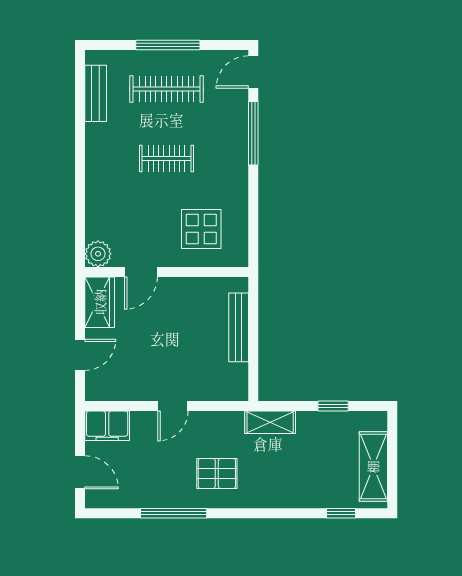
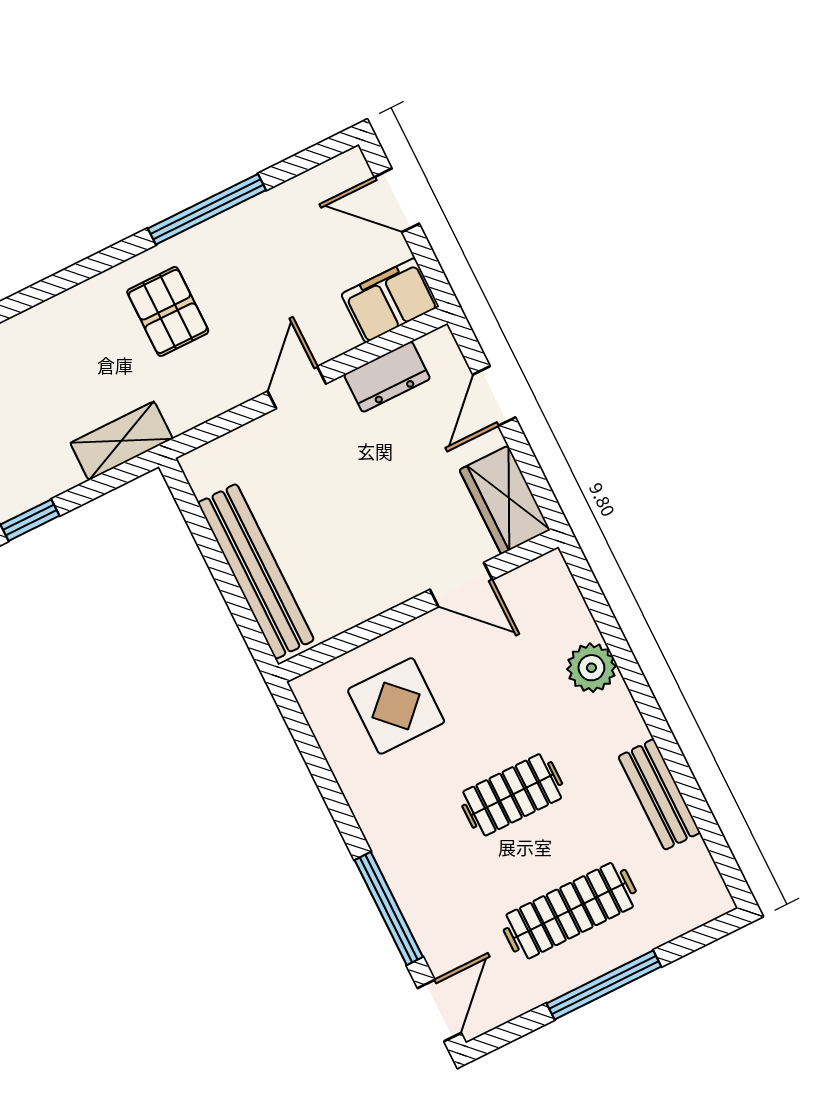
bench: (96, 93) -> (659, 794), moved
plant: (98, 254) -> (591, 668), moved
door: (141, 272) -> (461, 585), swing flipped
bench: (239, 327) -> (256, 571), width x1.37, depth x1.21
dresser: (127, 390) -> (387, 377), added
pallet: (217, 473) -> (168, 311), turned 90

